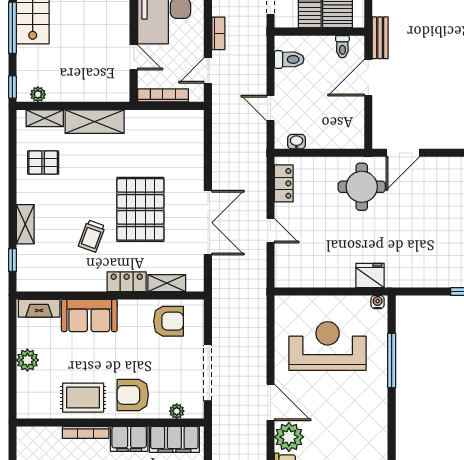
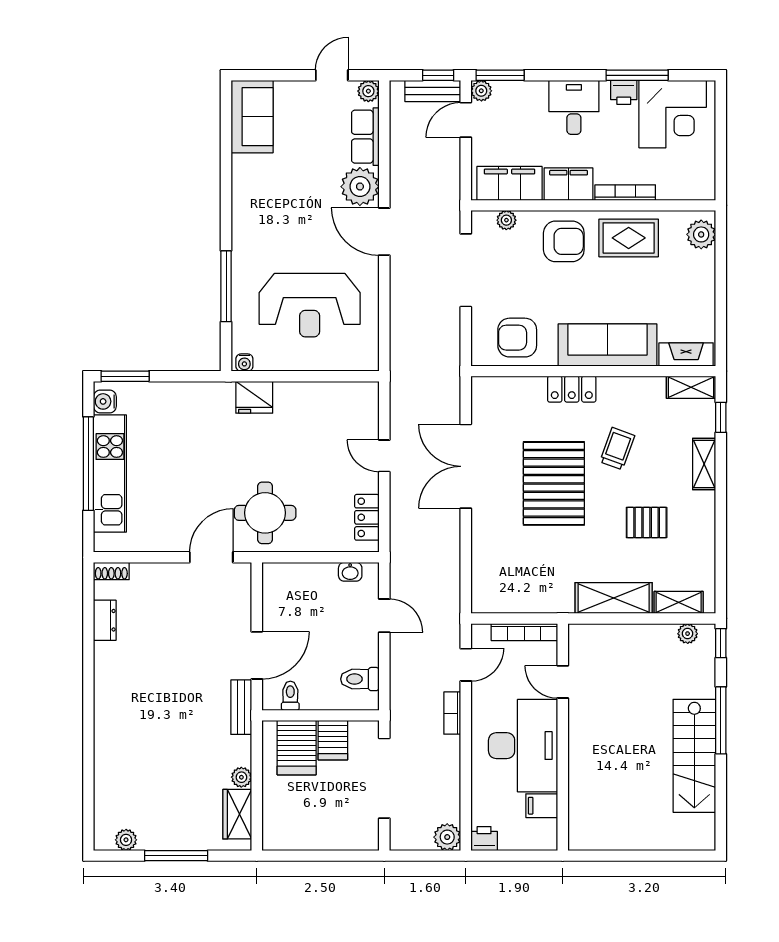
pallet: (43, 163) -> (647, 522), moved
shelving: (167, 283) -> (691, 387), moved
sofa: (89, 315) -> (607, 345), width x1.36
plant: (27, 360) -> (701, 234), moved

